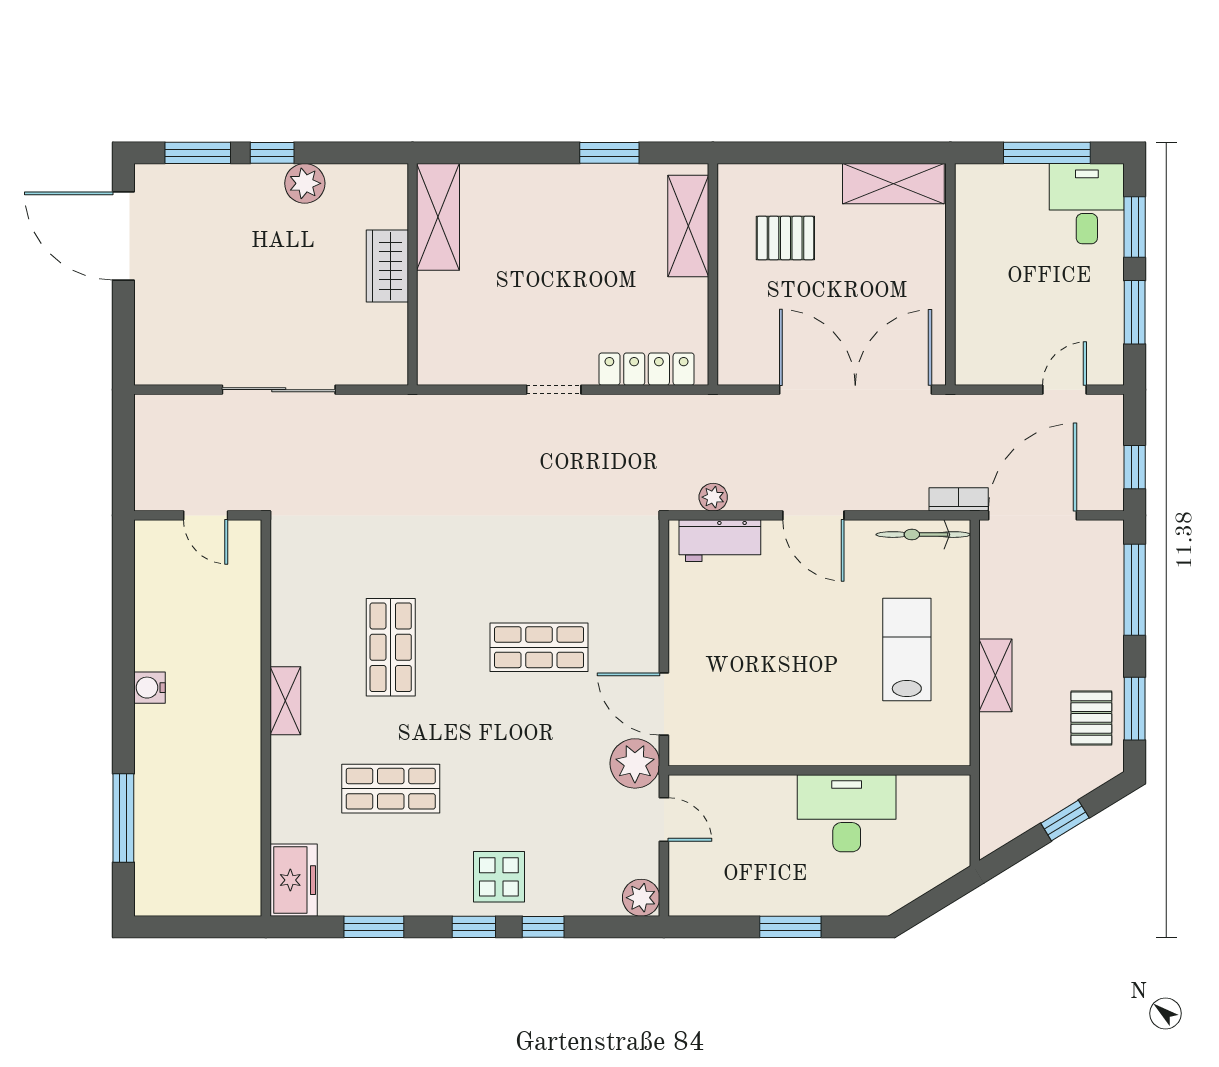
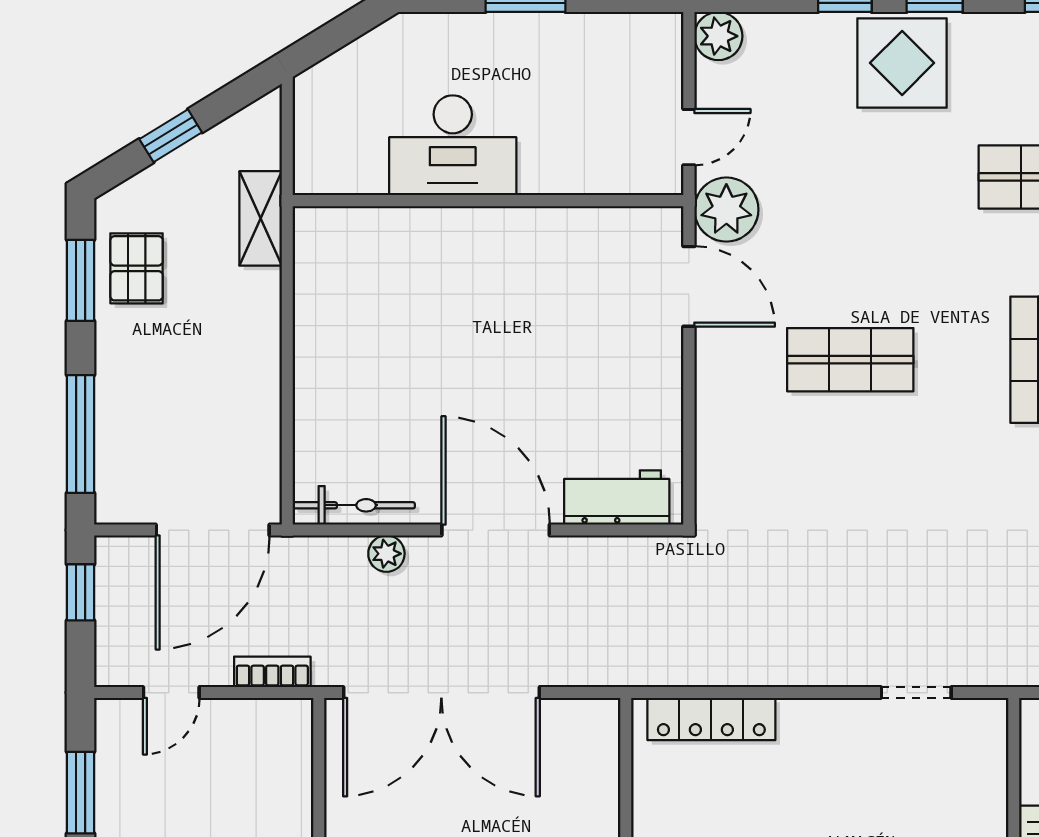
doorway: (554, 390) -> (916, 693), moved
plant: (713, 497) -> (386, 554), moved
bookcase: (959, 499) -> (272, 672), moved, turned 180
door: (813, 515) -> (496, 530), width x1.36
lab bench: (907, 650) -> (375, 357), removed
shelving: (995, 675) -> (261, 218), moved
door: (664, 819) -> (689, 137), swing flipped
display table: (499, 877) -> (902, 63), width x1.36, depth x1.36

